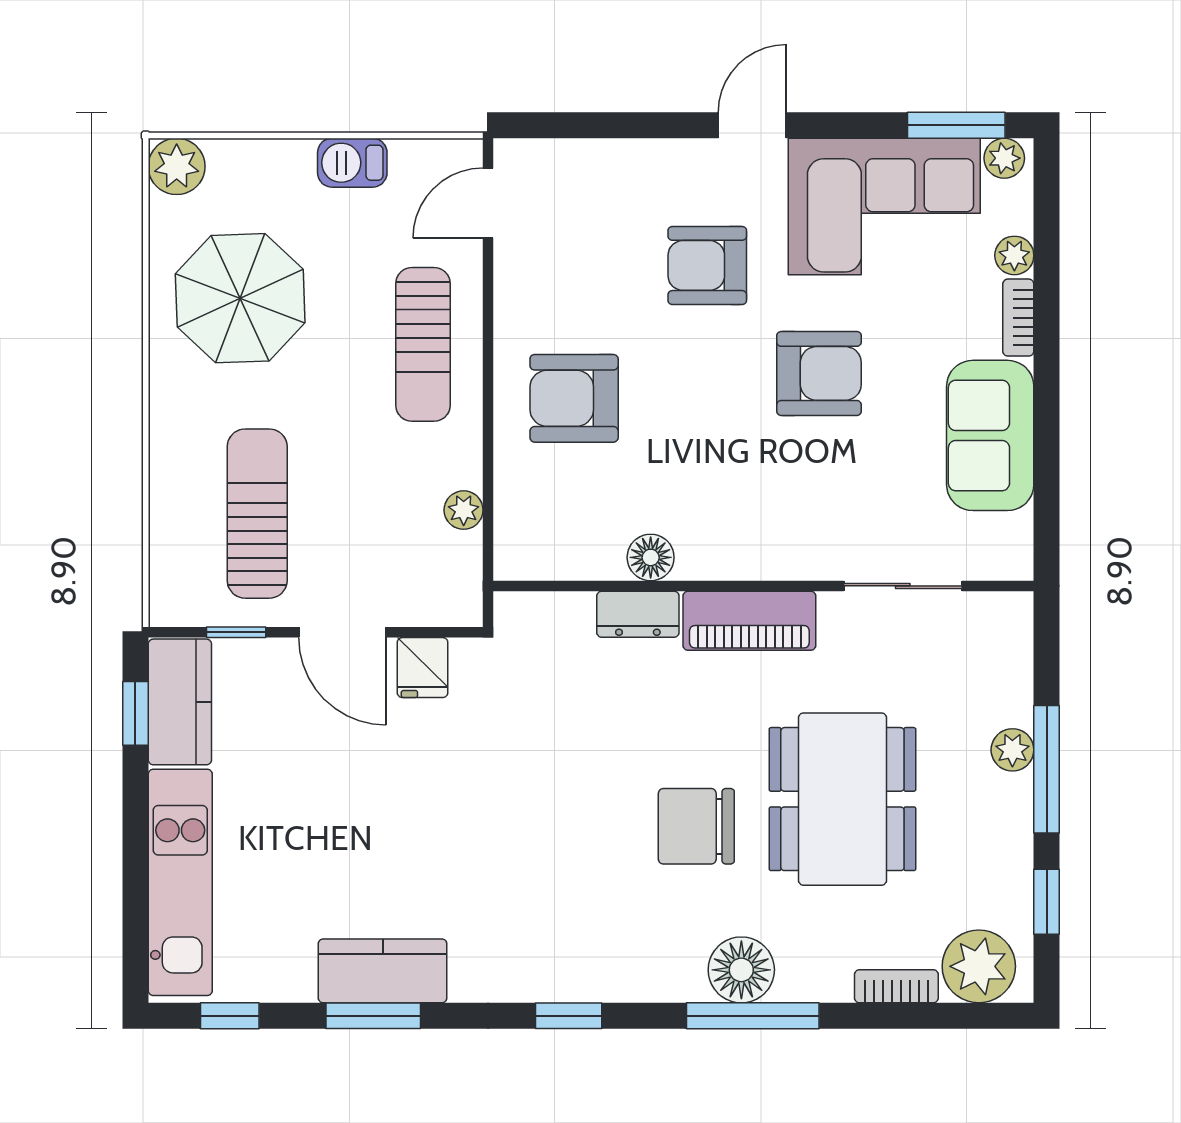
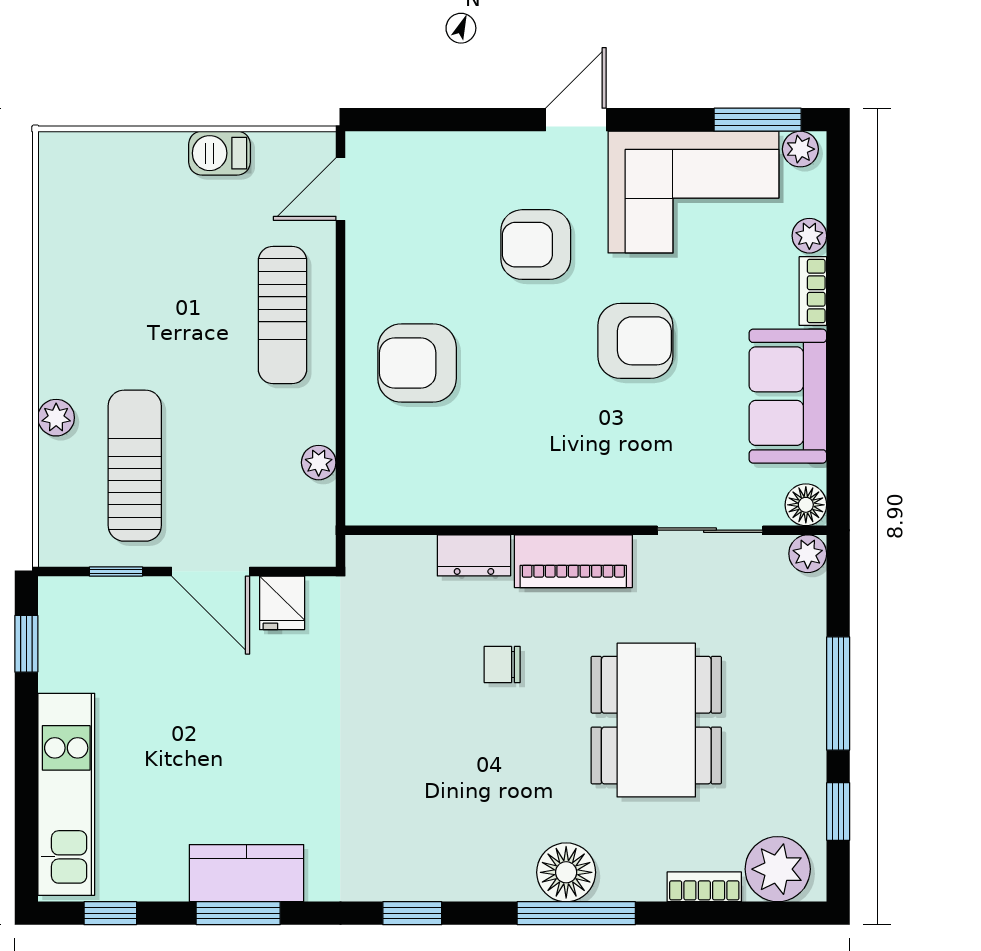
plant: (177, 166) -> (56, 418), moved, width x0.73, depth x0.73
parasol: (240, 298) -> (120, 274), removed
floor lamp: (651, 557) -> (806, 505), moved
kitchen counter: (180, 702) -> (66, 634), removed
plant: (1012, 750) -> (808, 554), moved
chair: (696, 826) -> (502, 665), moved, width x0.54, depth x0.54

